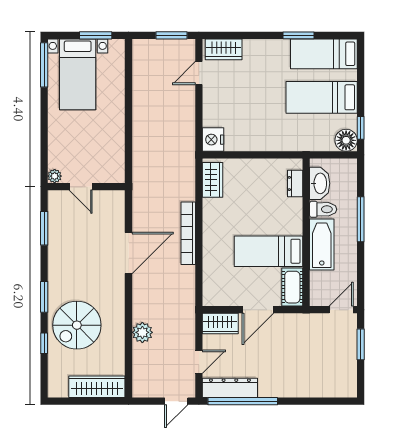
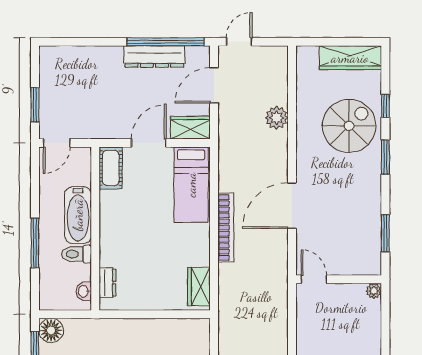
nightstand: (213, 140) -> (198, 331), removed
washbasin: (320, 183) -> (84, 291), width x0.52, depth x0.69
door: (81, 187) -> (314, 279), moved
bed: (269, 251) -> (191, 185), moved, turned 90
door: (199, 362) -> (214, 85), width x1.38
wardrobe: (97, 387) -> (350, 58), moved
dresser: (230, 388) -> (154, 56), moved

